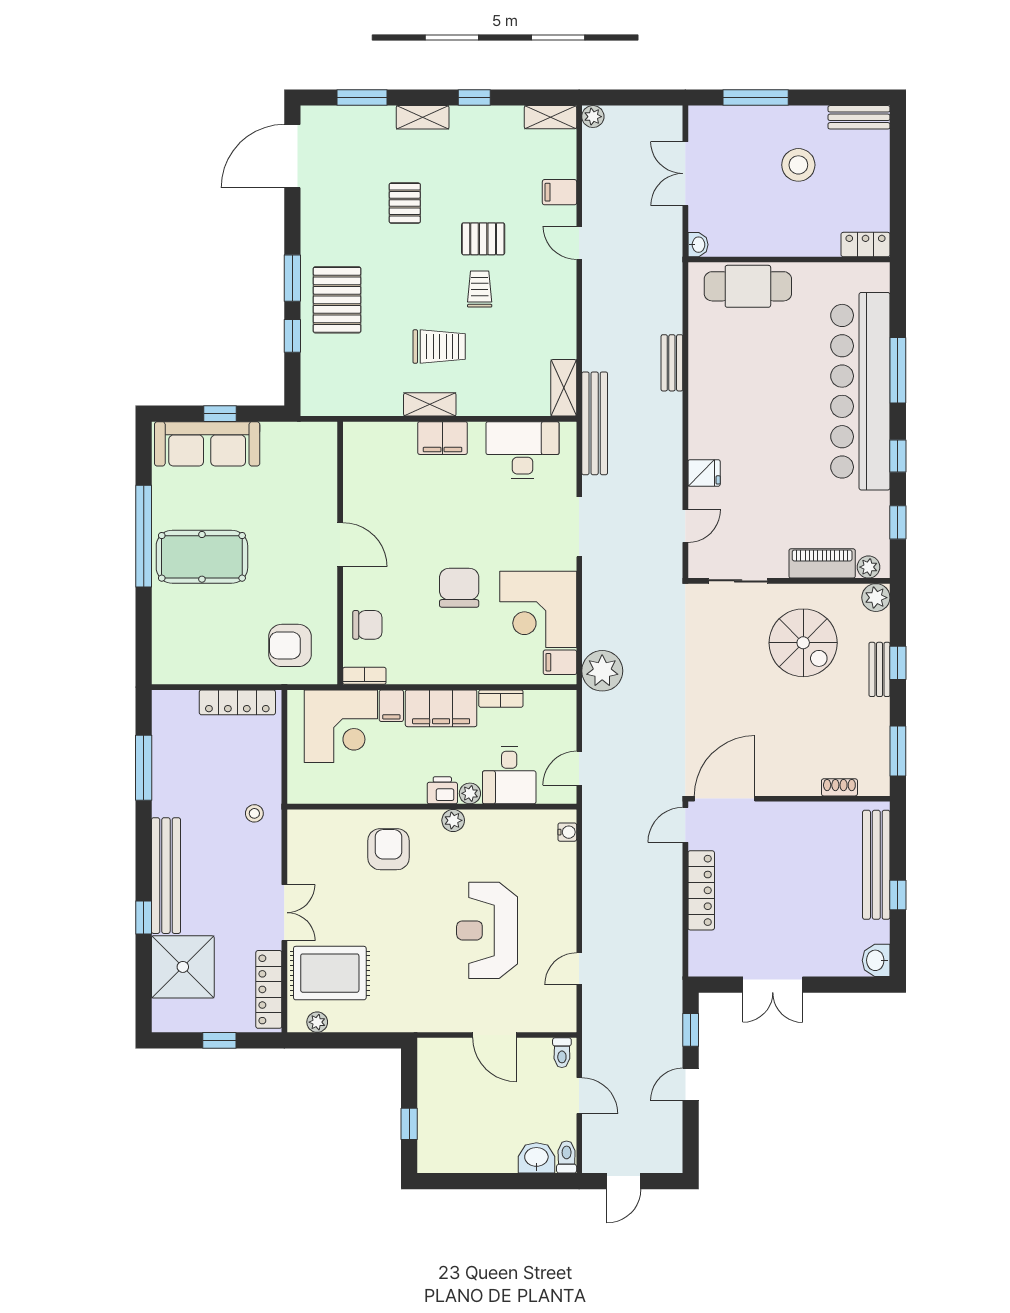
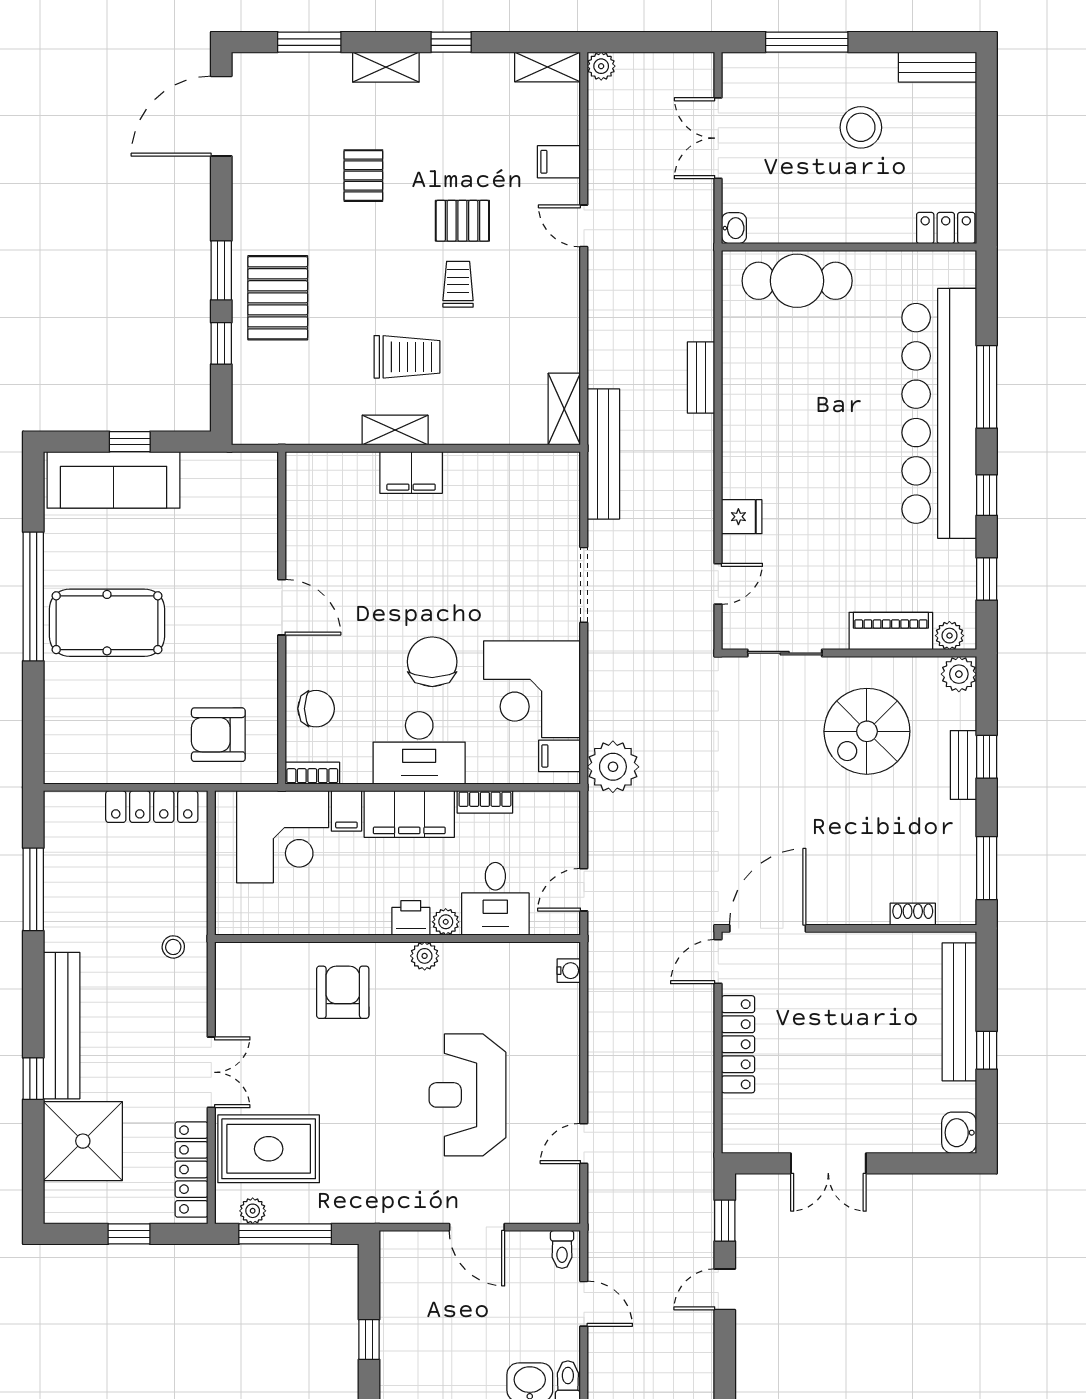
desk: (523, 450) -> (419, 748), moved, turned 180
spiral stairs: (803, 643) -> (867, 731), turned 90
window: (343, 1040) -> (285, 1234), added

